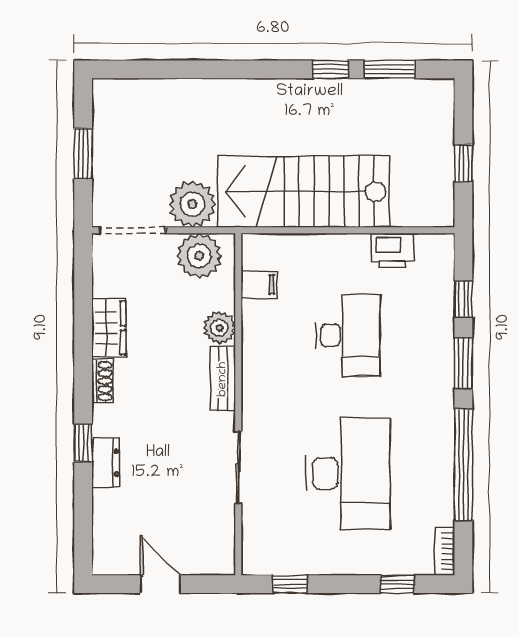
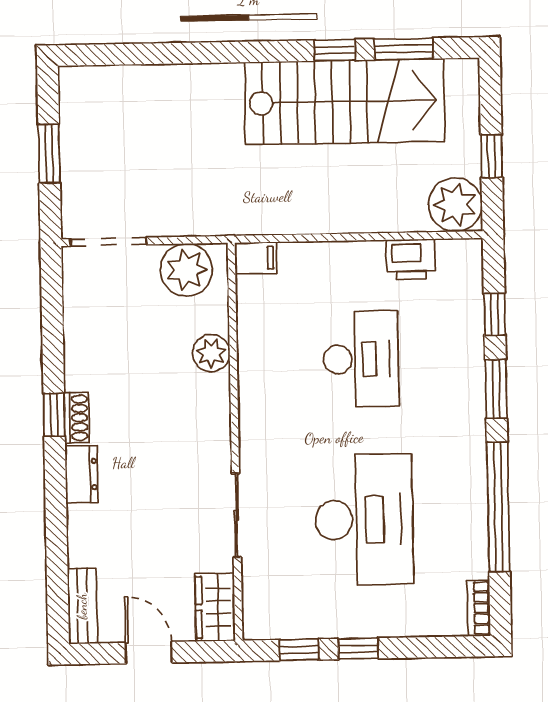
stairs: (304, 192) -> (345, 102), moved, turned 180
plant: (192, 204) -> (455, 205), moved
filing cabinet: (259, 284) -> (256, 258), moved
wardrobe: (109, 328) -> (215, 607), moved, turned 180
bench: (223, 379) -> (82, 606), moved
window: (83, 443) -> (54, 415), moved
dresser: (106, 463) -> (82, 474), moved
window: (398, 584) -> (358, 649), moved

